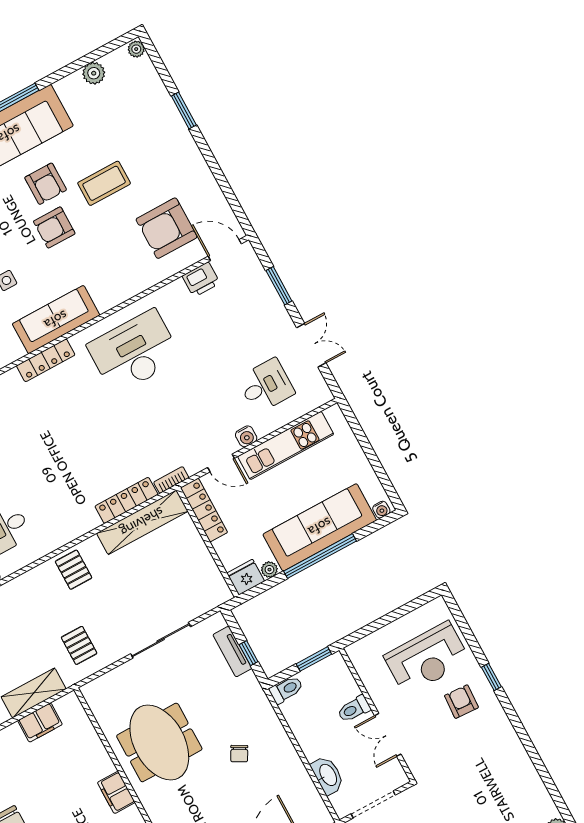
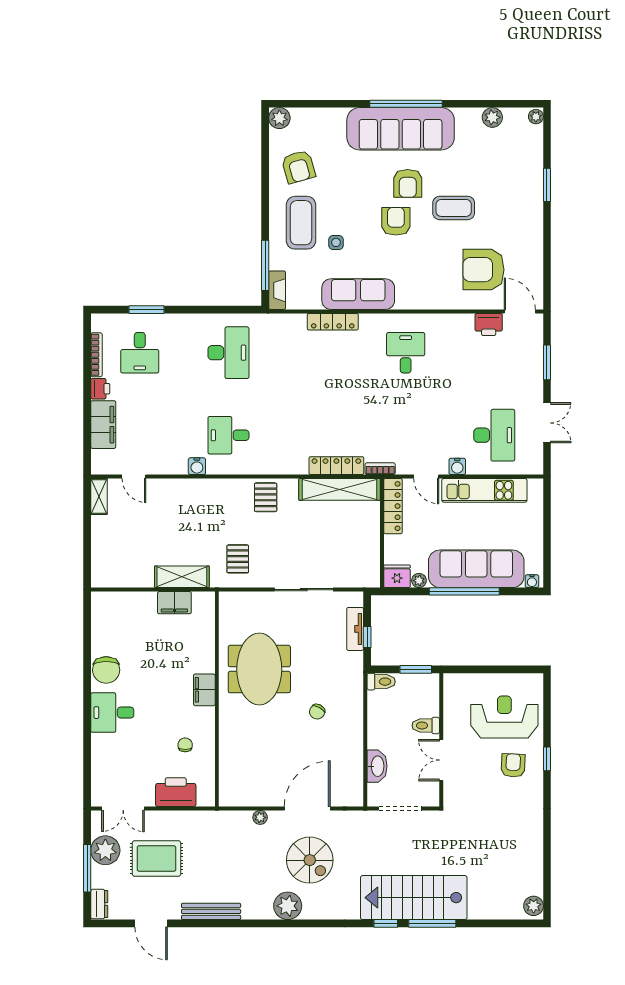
armchair: (54, 227) -> (396, 221), turned 90
desk: (134, 352) -> (406, 353), width x0.53, depth x0.77
desk: (266, 386) -> (494, 435), width x1.37
reception desk: (427, 658) -> (504, 717), turned 180

